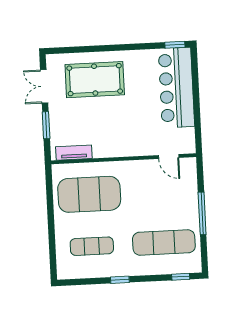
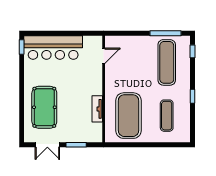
tv unit: (74, 153) -> (97, 109), moved
window: (202, 213) -> (166, 33), moved

